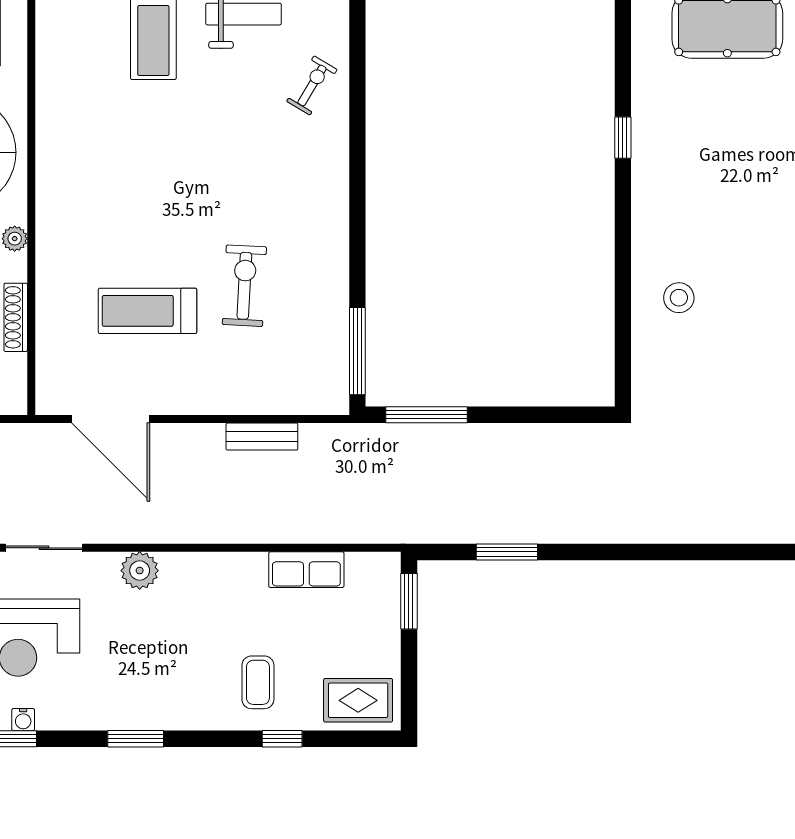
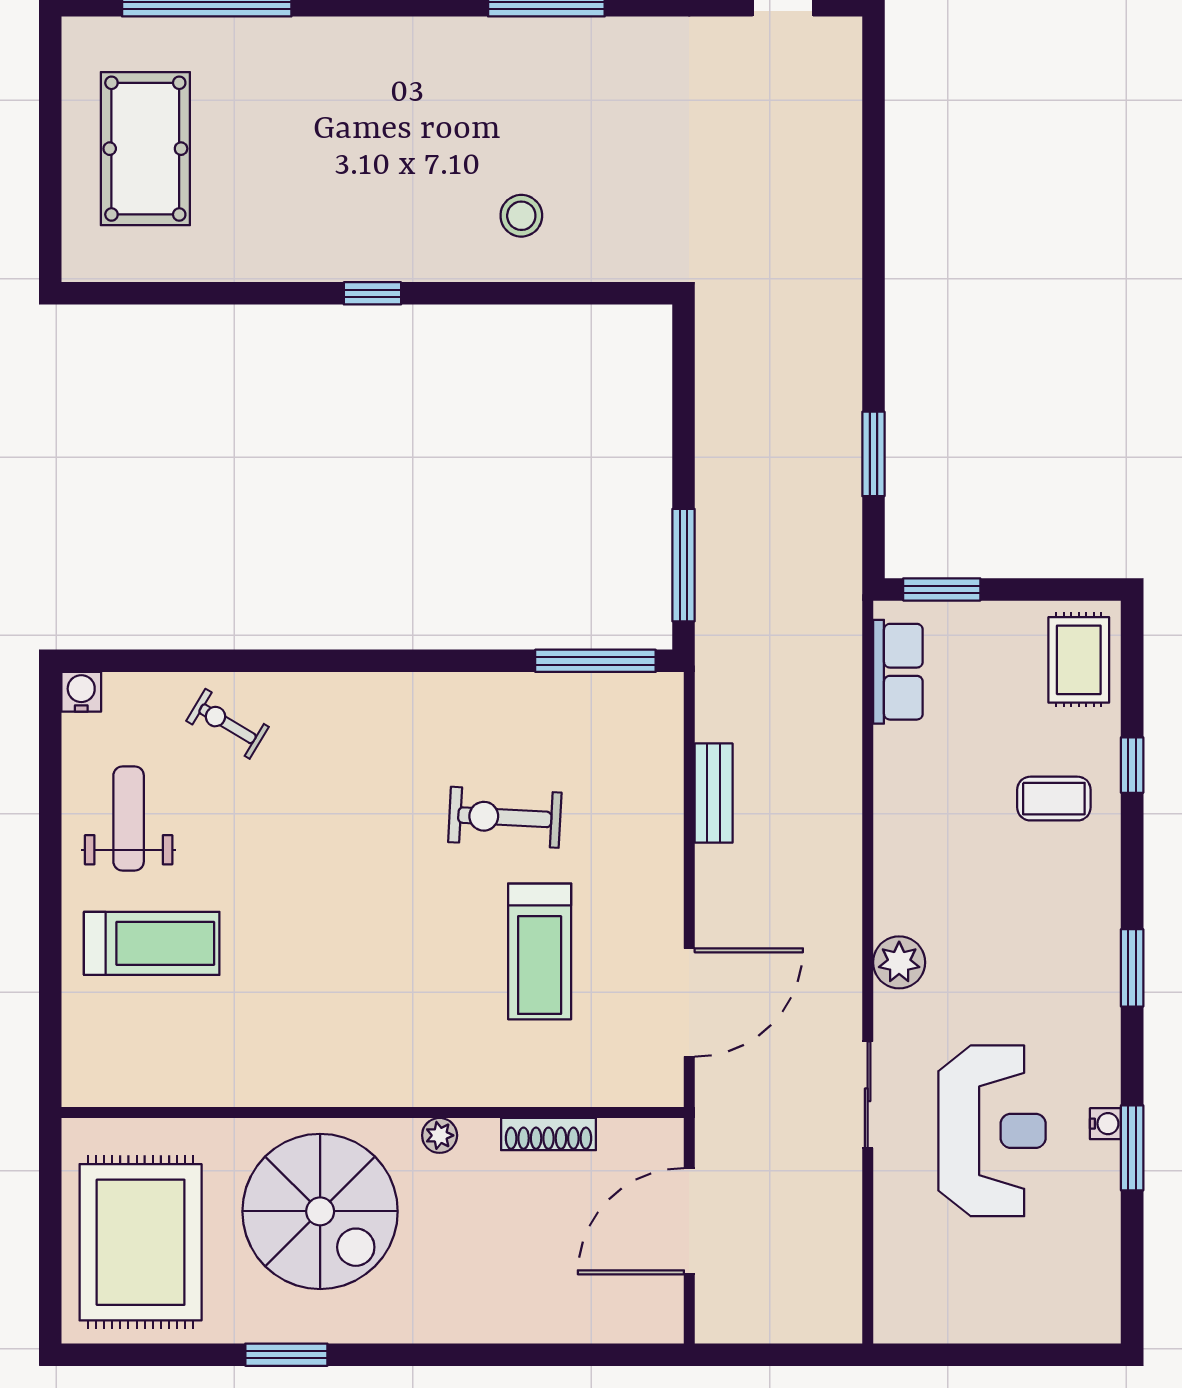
window: (623, 138) -> (372, 293), moved
row of seats: (306, 570) -> (898, 672), moved

